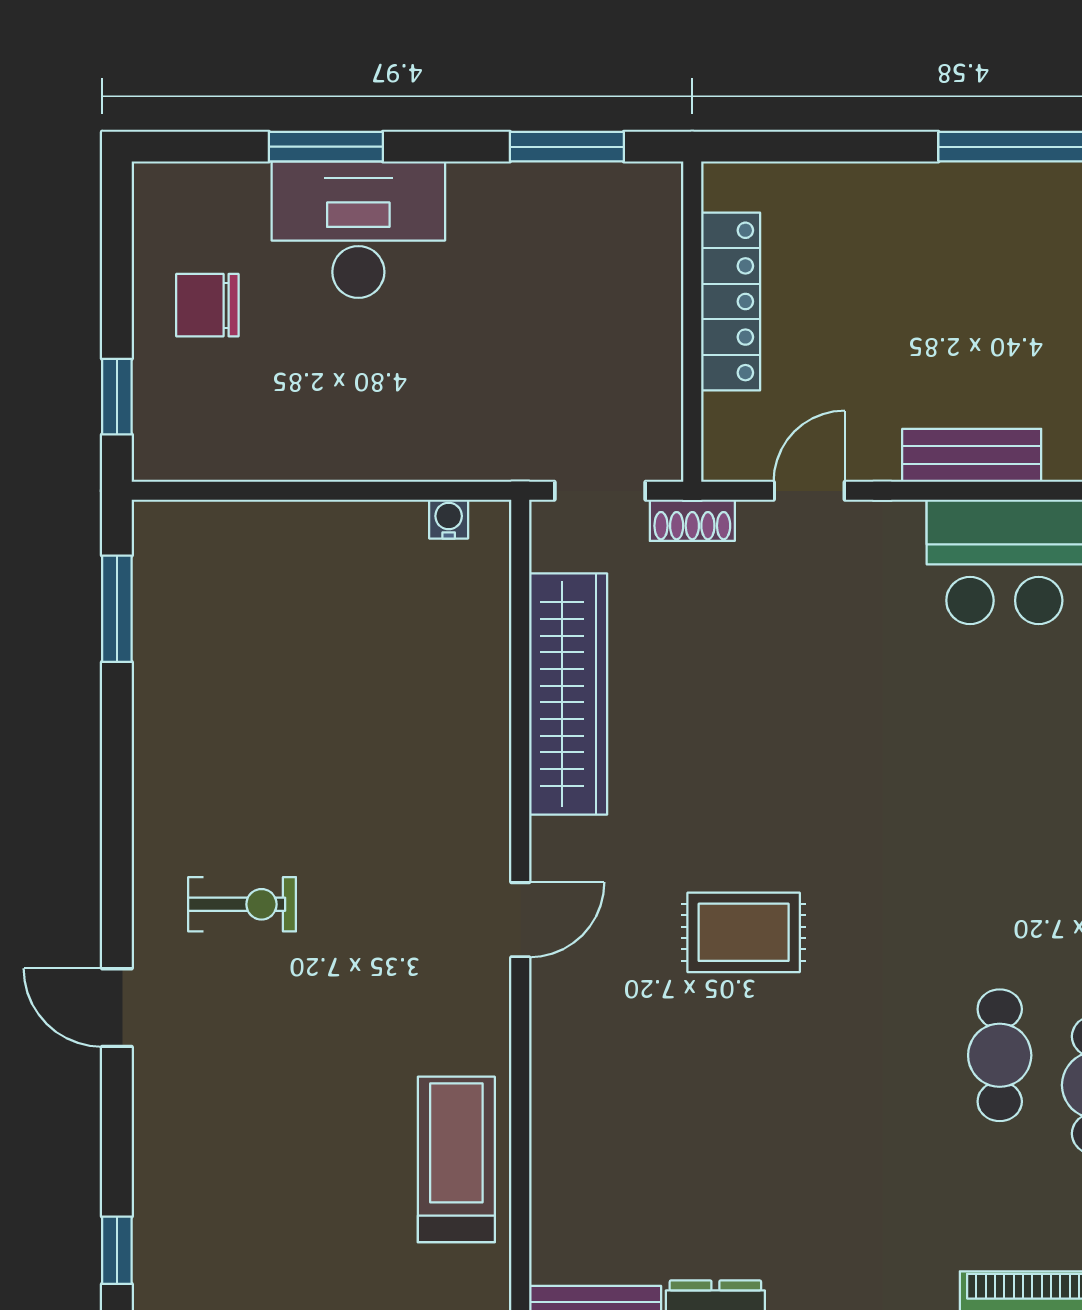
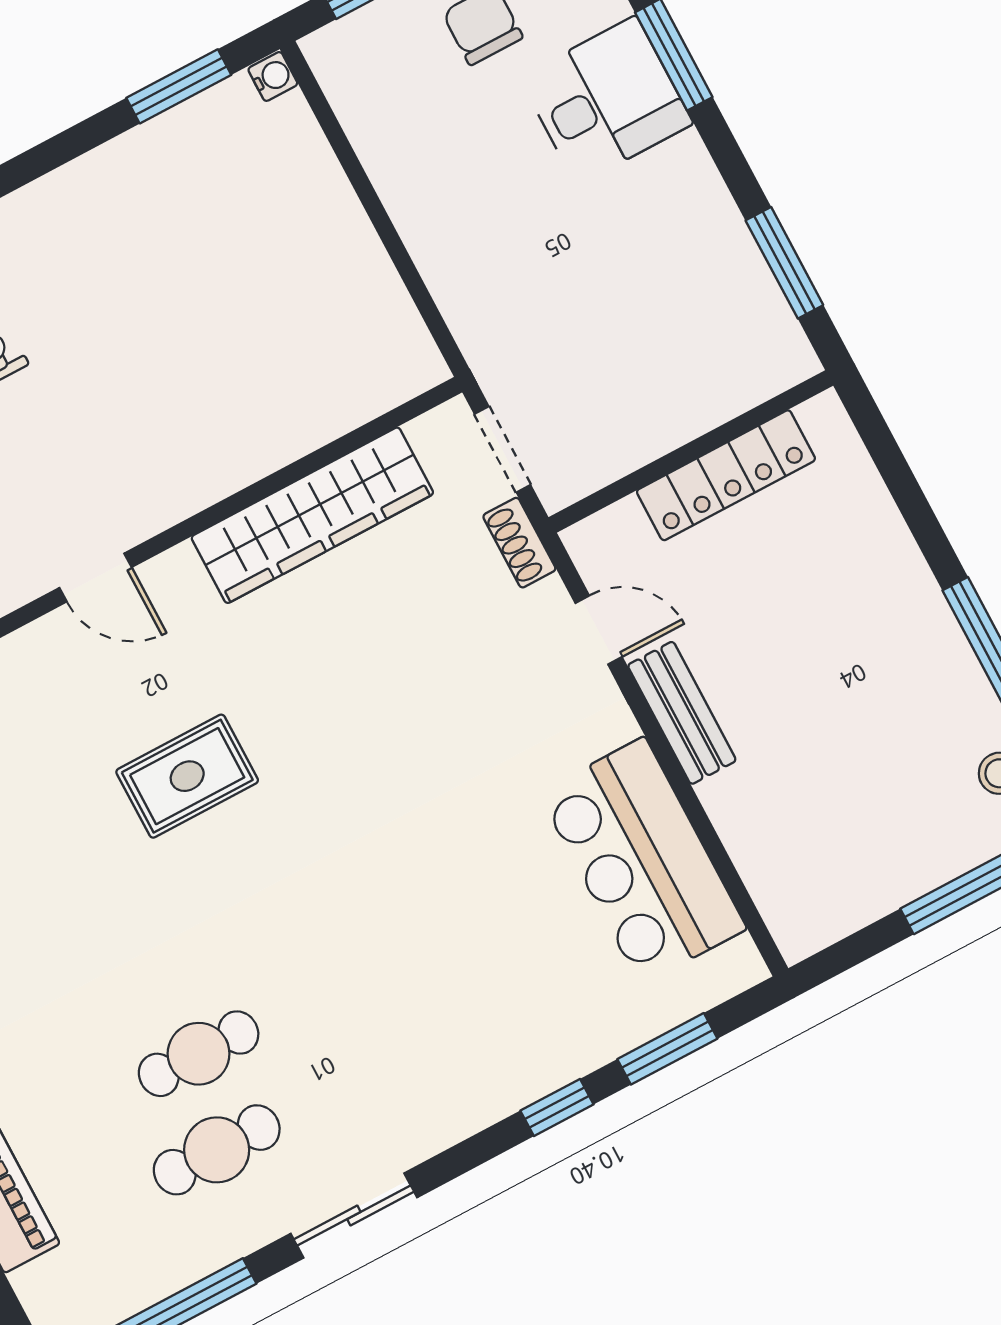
desk: (358, 230) -> (606, 100), width x0.73
bench: (972, 455) -> (682, 713), moved
water cooler: (449, 519) -> (273, 76), moved
rug: (744, 932) -> (187, 776), turned 90

